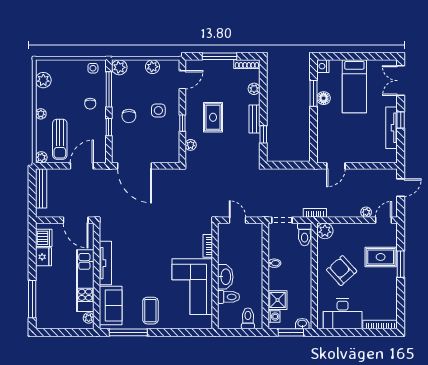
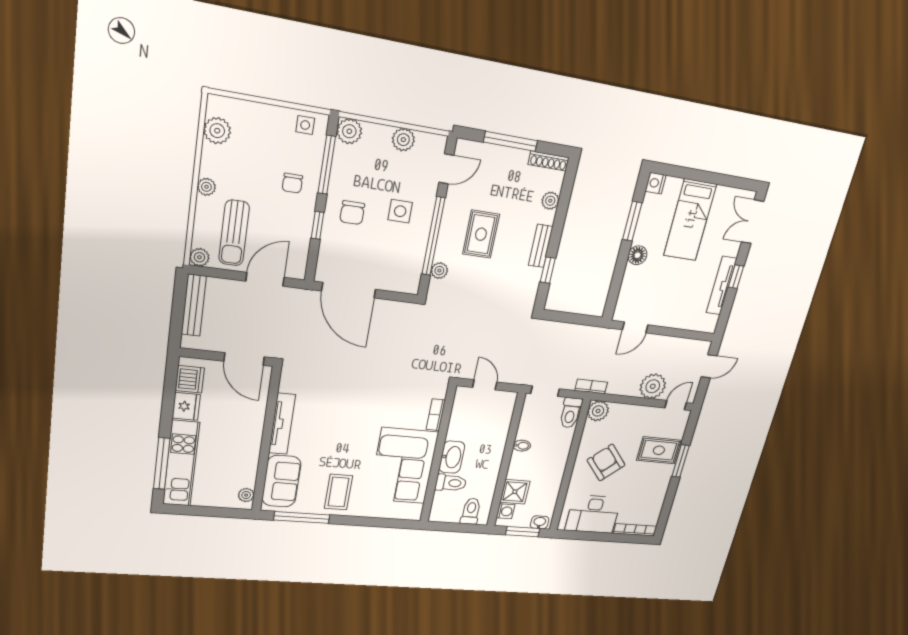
floor lamp: (324, 98) -> (637, 255), moved
window: (182, 123) -> (433, 236), width x3.17
plant: (366, 212) -> (653, 386), width x1.88, depth x1.88
kitchen unit: (85, 281) -> (181, 464), moved, turned 180

